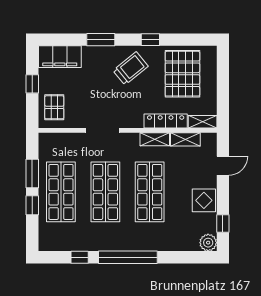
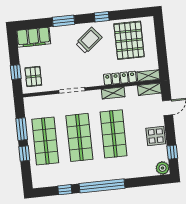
window: (32, 84) -> (16, 72), moved
shelving: (185, 139) -> (149, 89), moved

